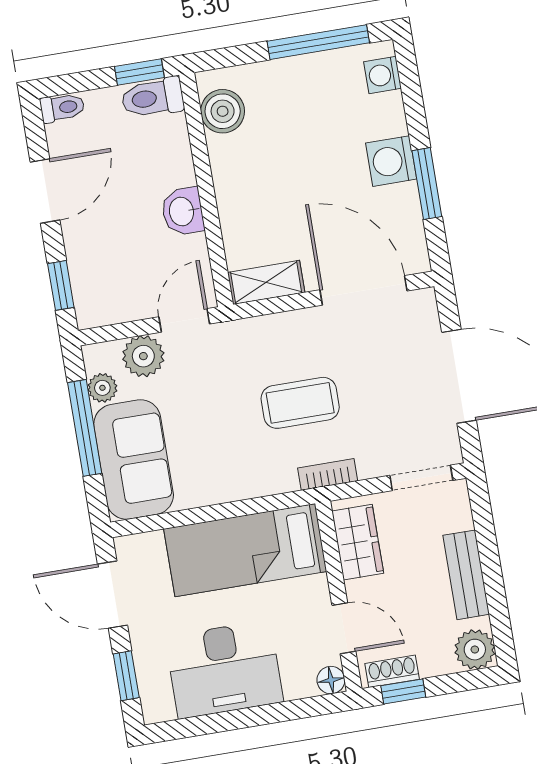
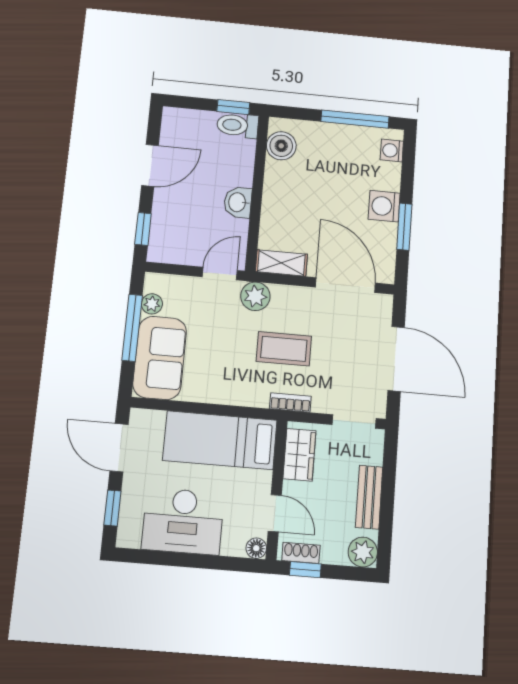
toilet: (62, 108) -> (177, 116), removed
plant: (143, 356) -> (255, 296), moved

